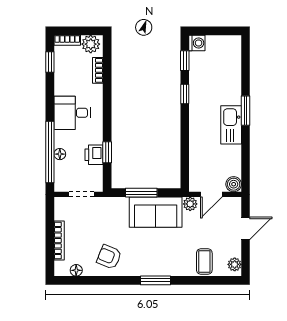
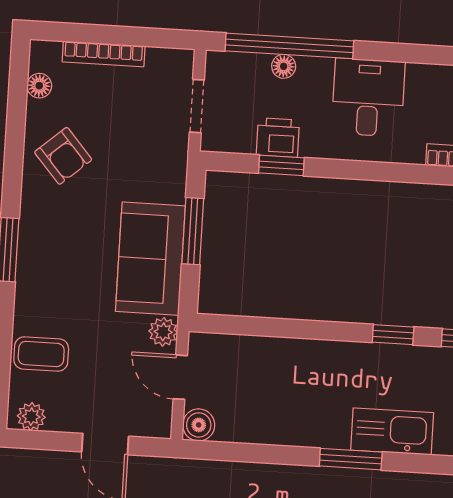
kitchen sink: (231, 125) -> (392, 431), moved
armchair: (109, 257) -> (63, 156), turned 117

